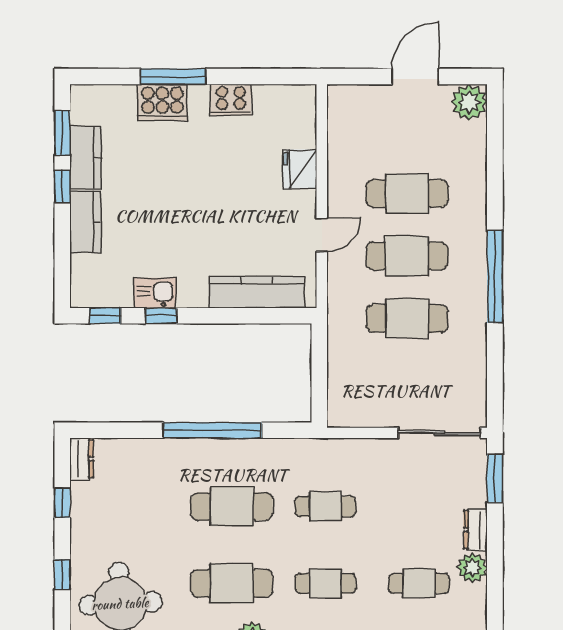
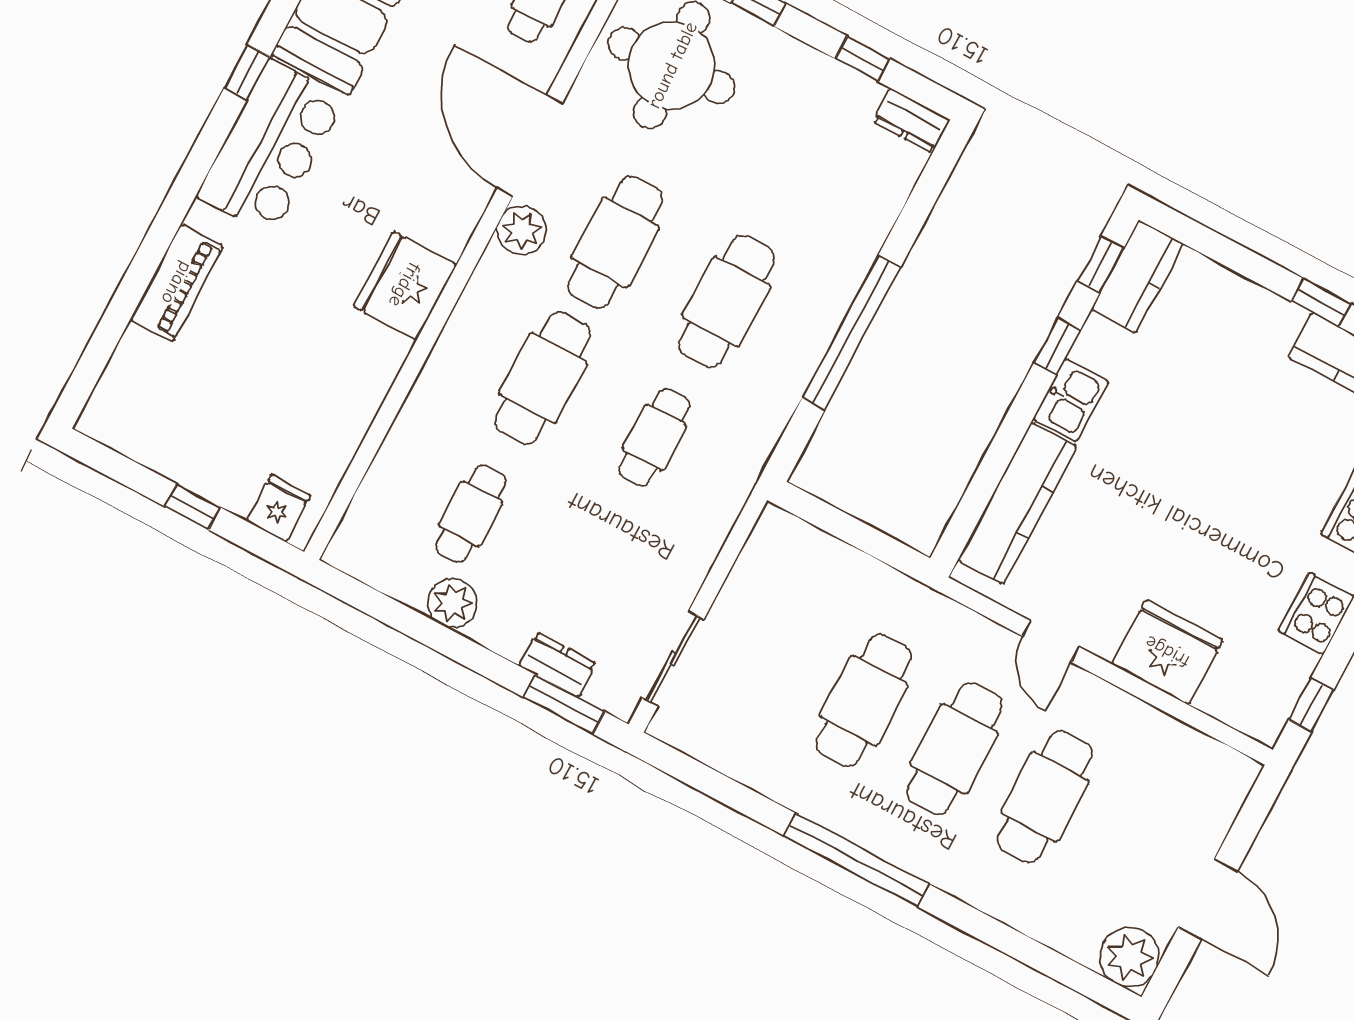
window: (282, 77) -> (1311, 705), added
fridge: (300, 169) -> (1167, 652), width x1.36, depth x1.34
kitchen counter: (85, 222) -> (1137, 277), moved, turned -90
kitchen sink: (155, 293) -> (1071, 400), moved
sliding door: (439, 433) -> (673, 659), width x0.73
dresser: (475, 530) -> (557, 665), moved
cafe table: (325, 583) -> (543, 378), width x1.37, depth x1.35

